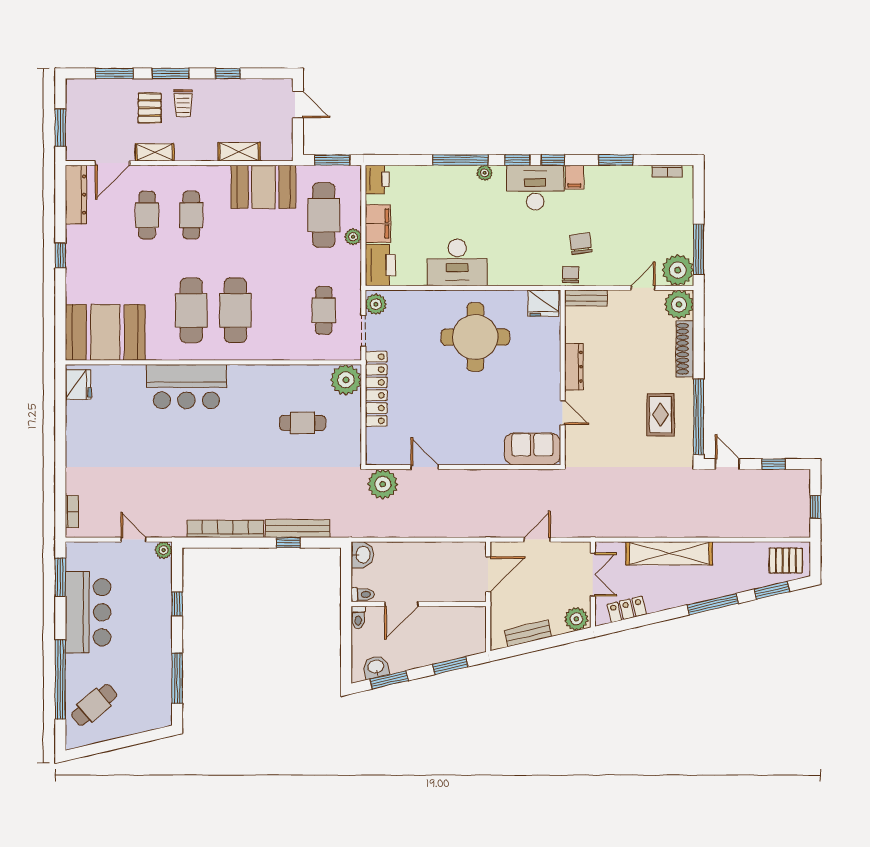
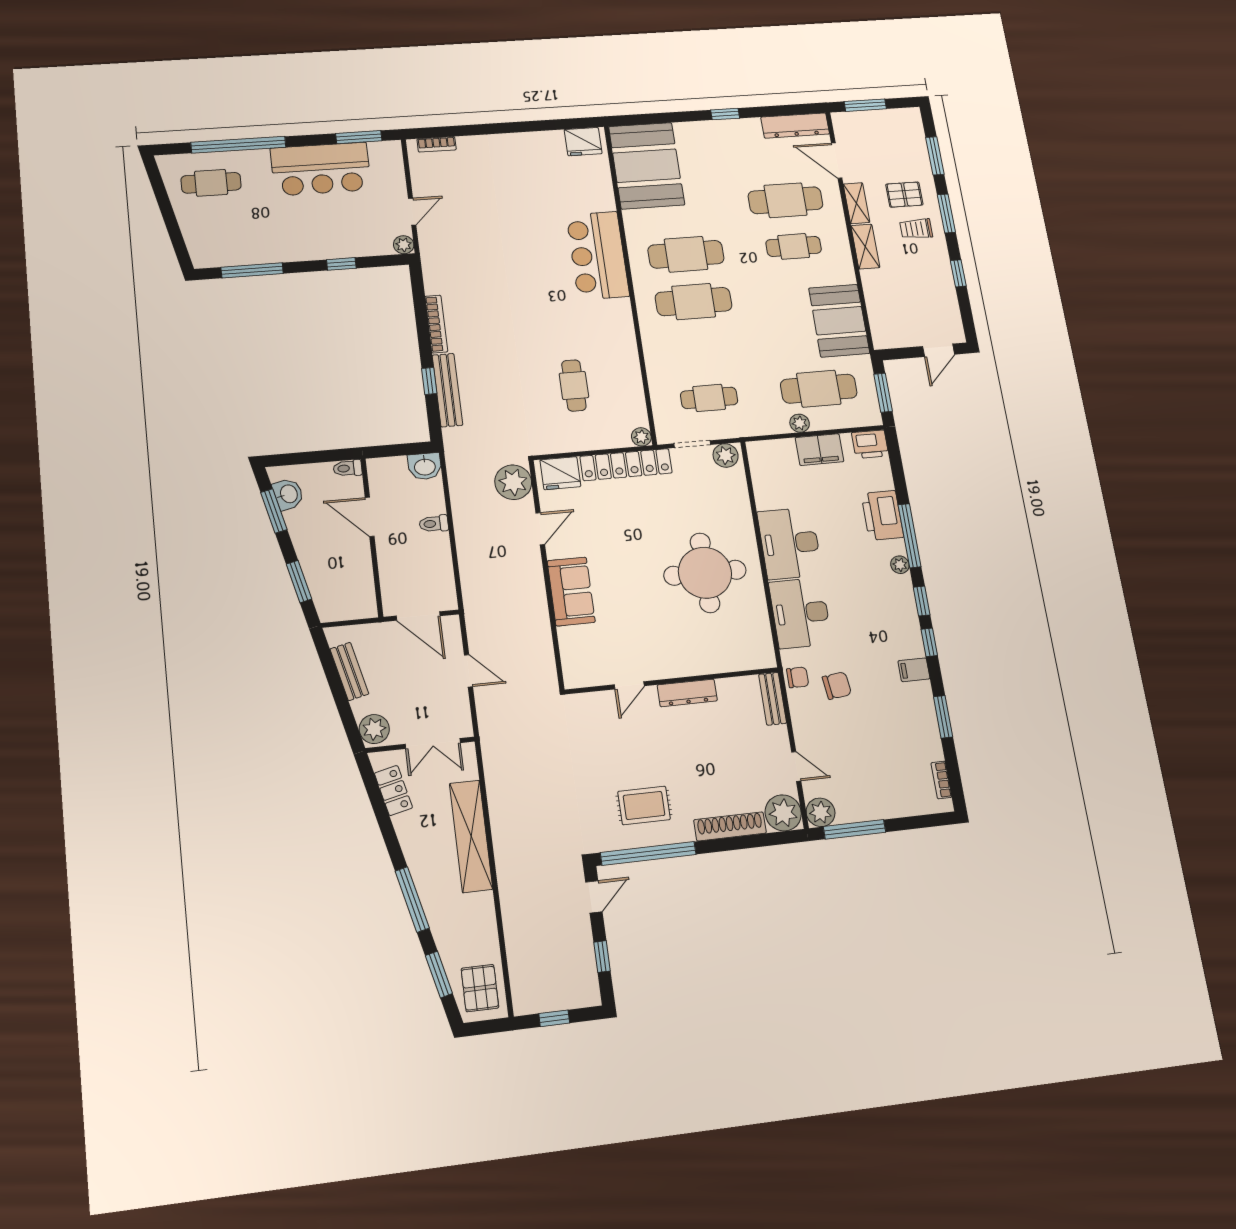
shelving: (239, 152) -> (865, 247), moved
desk: (535, 188) -> (800, 613), moved, turned 180
cafe table: (147, 215) -> (785, 200), width x1.37, depth x1.35
printer: (380, 265) -> (882, 515), moved, turned 90
plant: (678, 270) -> (821, 812), width x0.73, depth x0.73
fridge: (543, 303) -> (560, 473), moved, turned -90
plant: (346, 380) -> (641, 437), width x0.53, depth x0.53
sofa: (532, 449) -> (571, 591), moved
bookcase: (225, 529) -> (436, 324), width x0.68, depth x0.76
toilet: (363, 594) -> (434, 524), moved, turned 90
cafe table: (94, 705) -> (211, 183), turned -50

